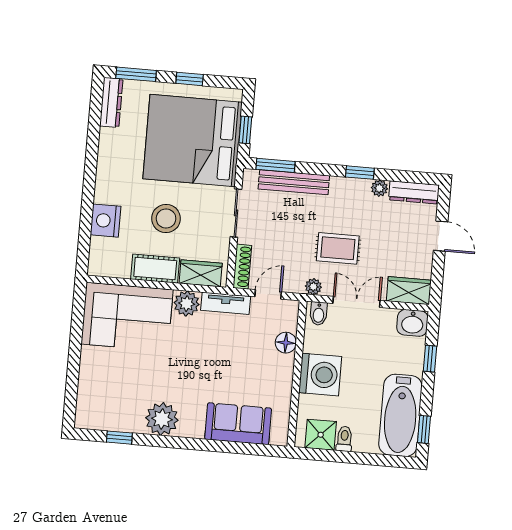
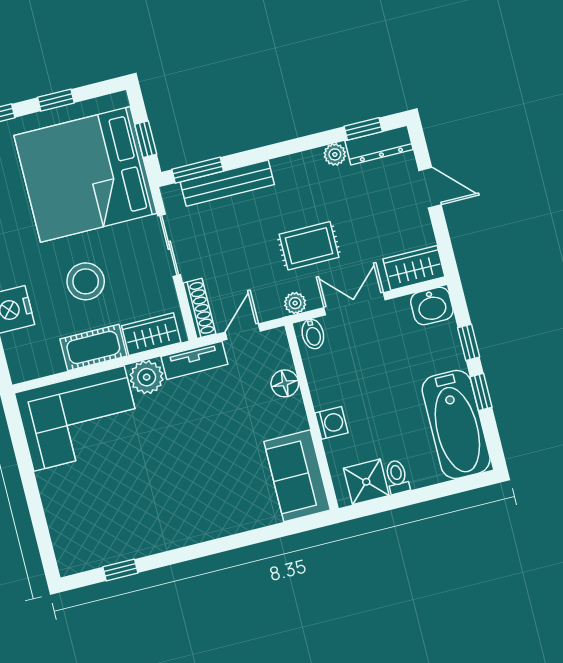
window: (360, 173) -> (363, 129), moved
washing machine: (320, 375) -> (332, 423), width x0.53, depth x0.53
plant: (162, 419) -> (165, 529), removed
sofa: (238, 424) -> (297, 476), moved, turned -90
window: (424, 429) -> (481, 392), moved

